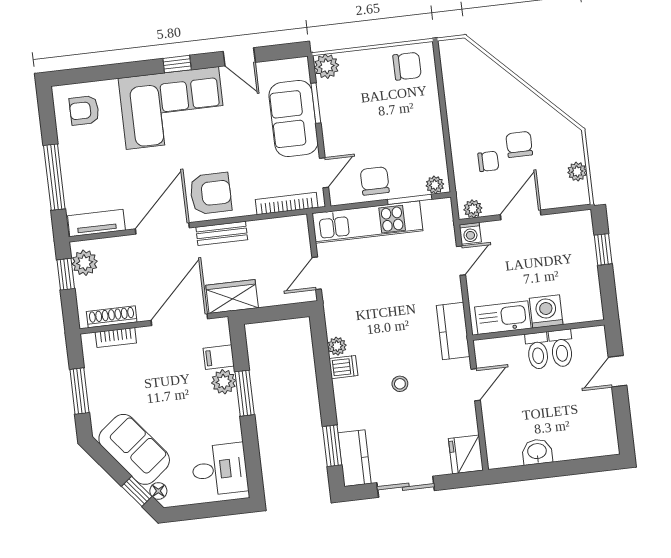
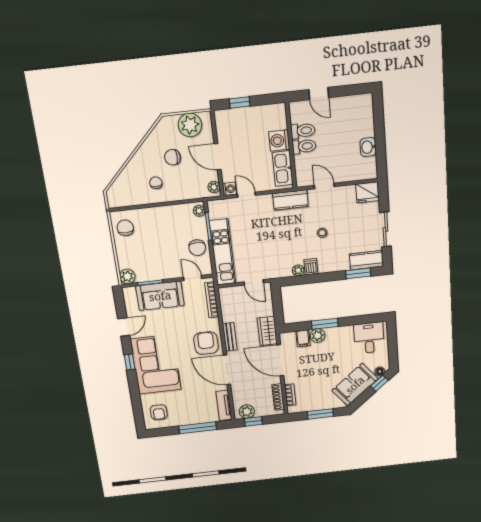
chair: (488, 161) -> (156, 183), moved
plant: (577, 172) -> (190, 125), width x1.88, depth x1.88
chair: (375, 181) -> (197, 248), turned -90

